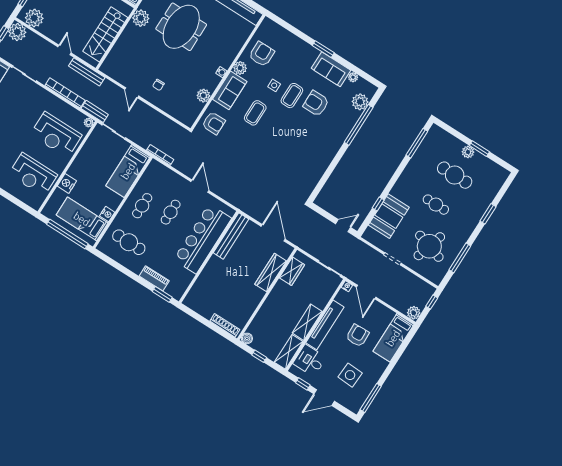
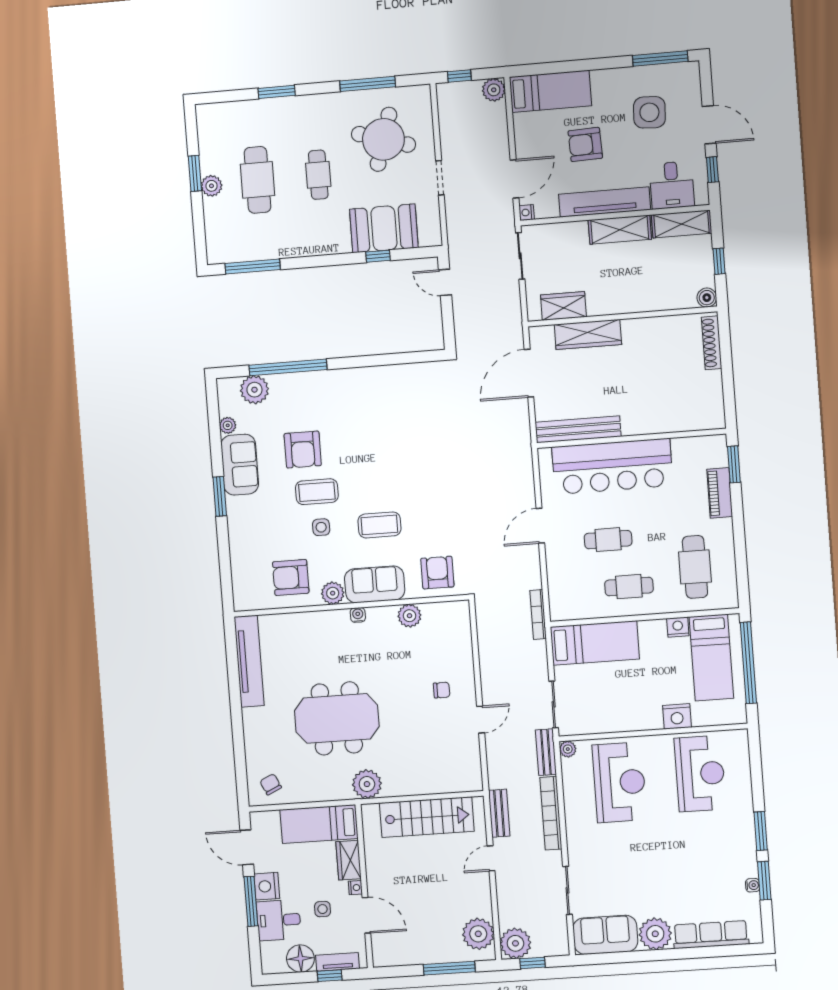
bench: (87, 72) -> (499, 813), width x0.73

